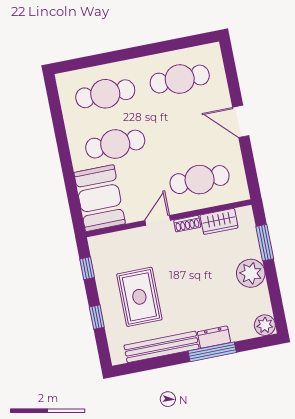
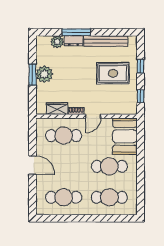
window: (265, 243) -> (32, 75), moved
rug: (139, 297) -> (113, 73), turned 90
plant: (265, 325) -> (57, 42), moved

